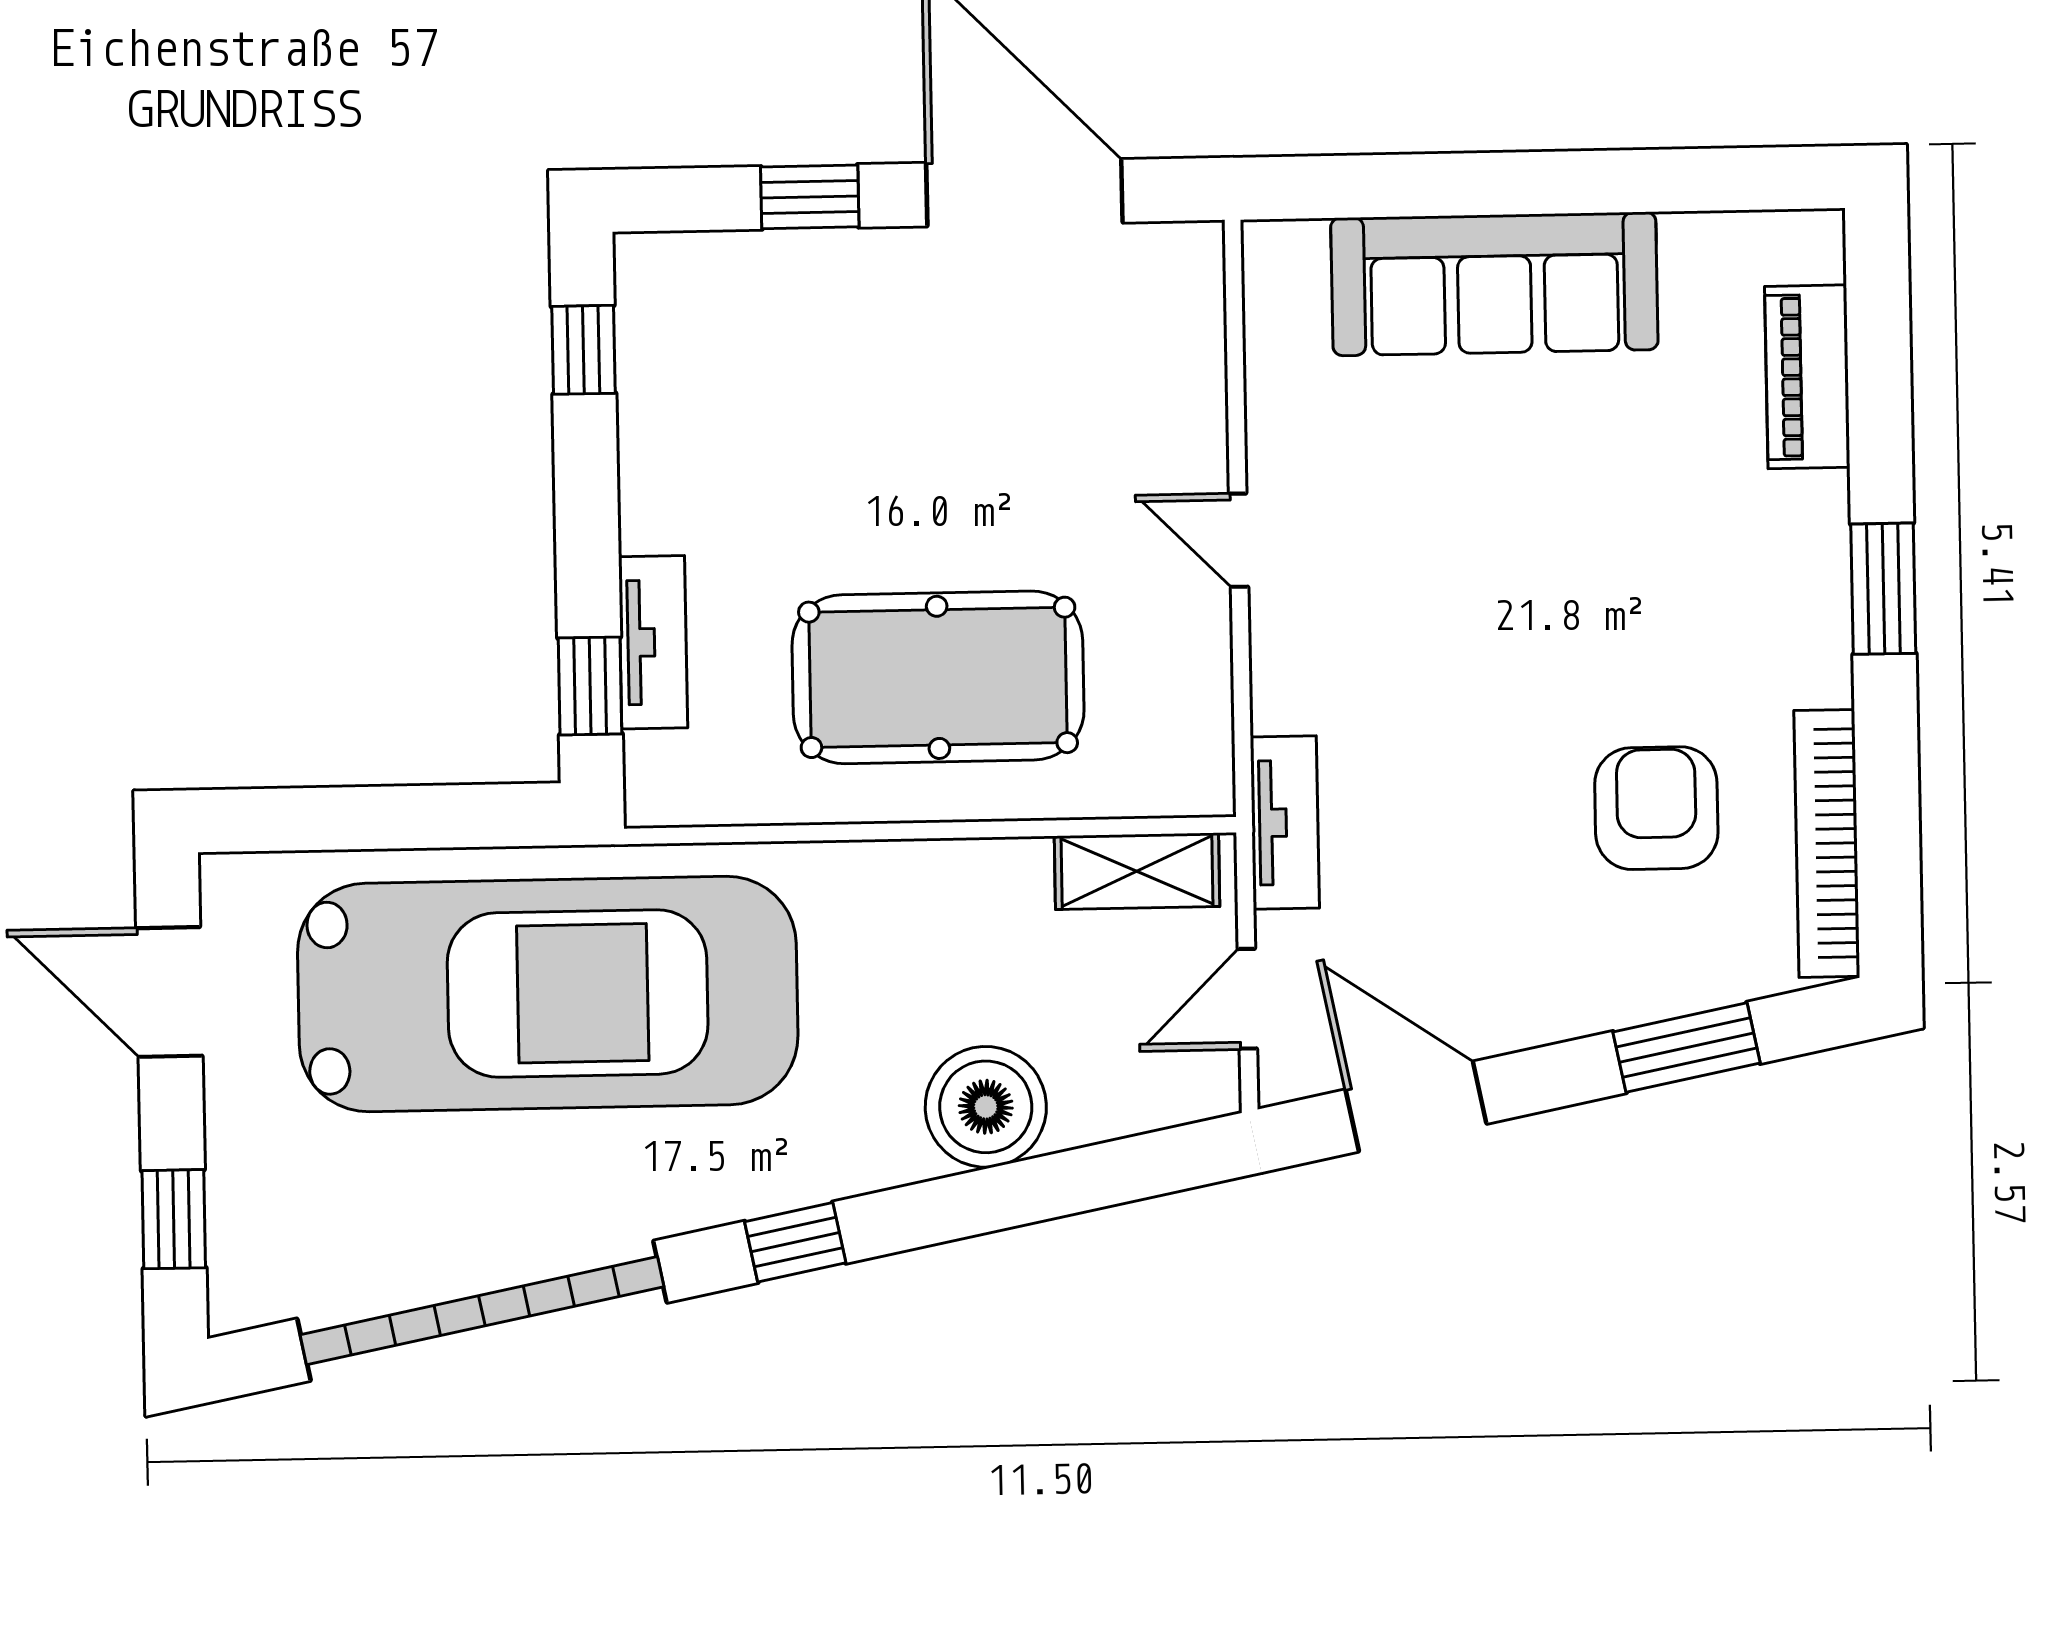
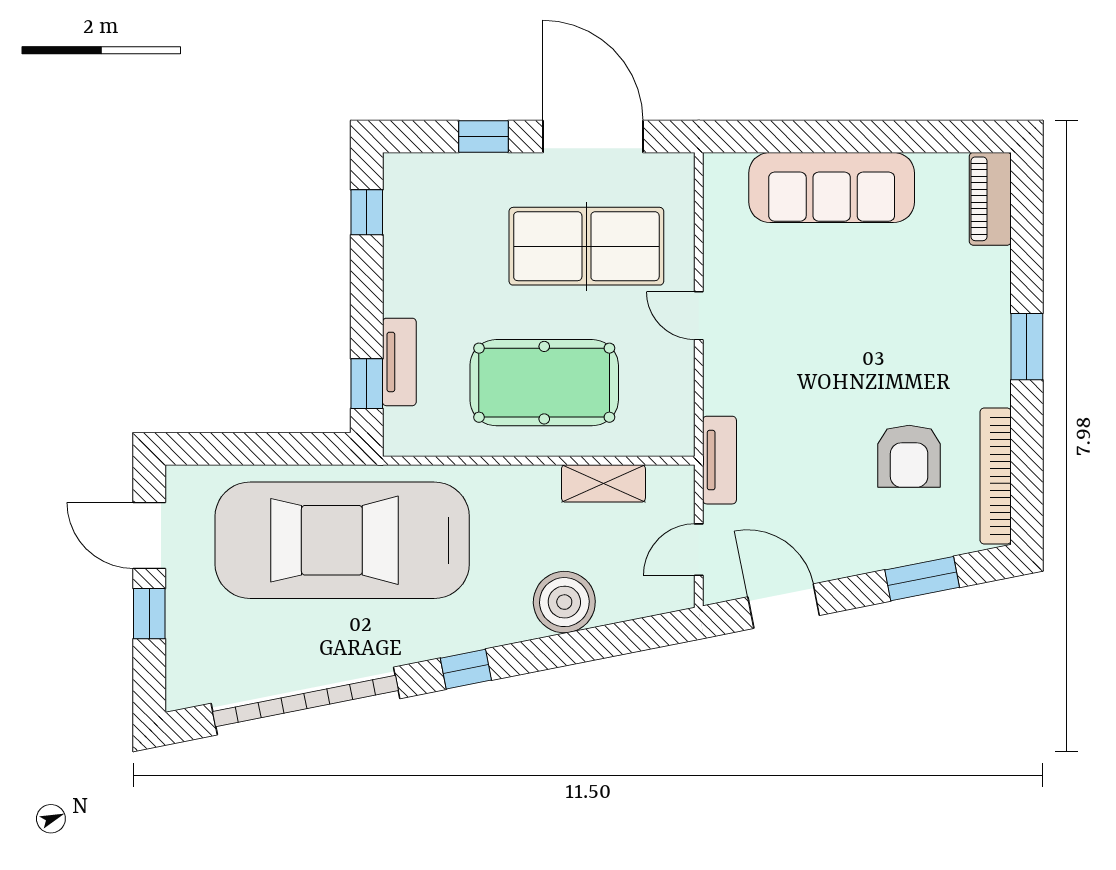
piano: (1807, 377) -> (990, 199), moved
table tennis table: (1016, 408) -> (586, 246), added
armchair: (1656, 808) -> (909, 456), turned 180
shelving: (1137, 871) -> (603, 483), moved
car: (548, 994) -> (342, 540), turned 180
window: (174, 1219) -> (149, 614), moved

